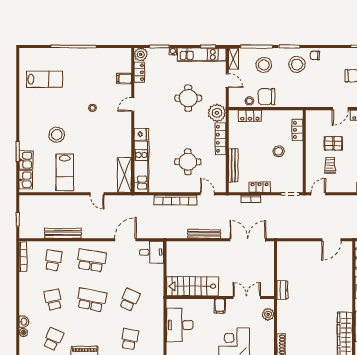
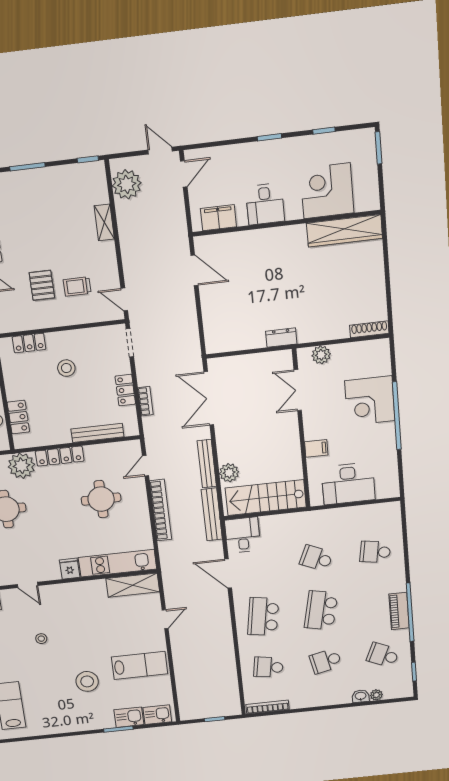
bench: (63, 233) -> (212, 514), moved
plant: (196, 248) -> (229, 473), added
stairs: (192, 286) -> (266, 498), moved, turned 90
filing cabinet: (220, 306) -> (316, 448), moved

